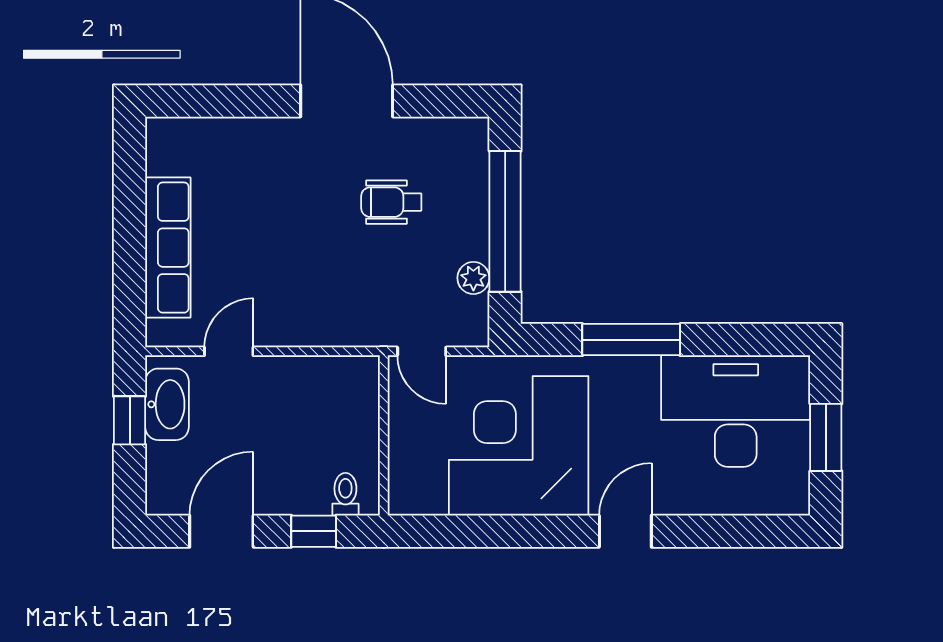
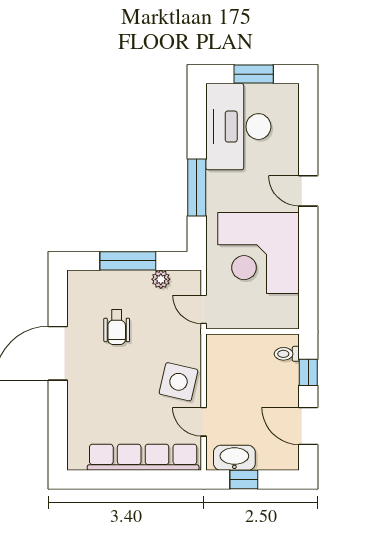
window: (505, 221) -> (128, 261), width x0.68
row of seats: (168, 248) -> (143, 457), width x1.36
side table: (297, 308) -> (179, 382), added
door: (422, 351) -> (204, 309), swing flipped

